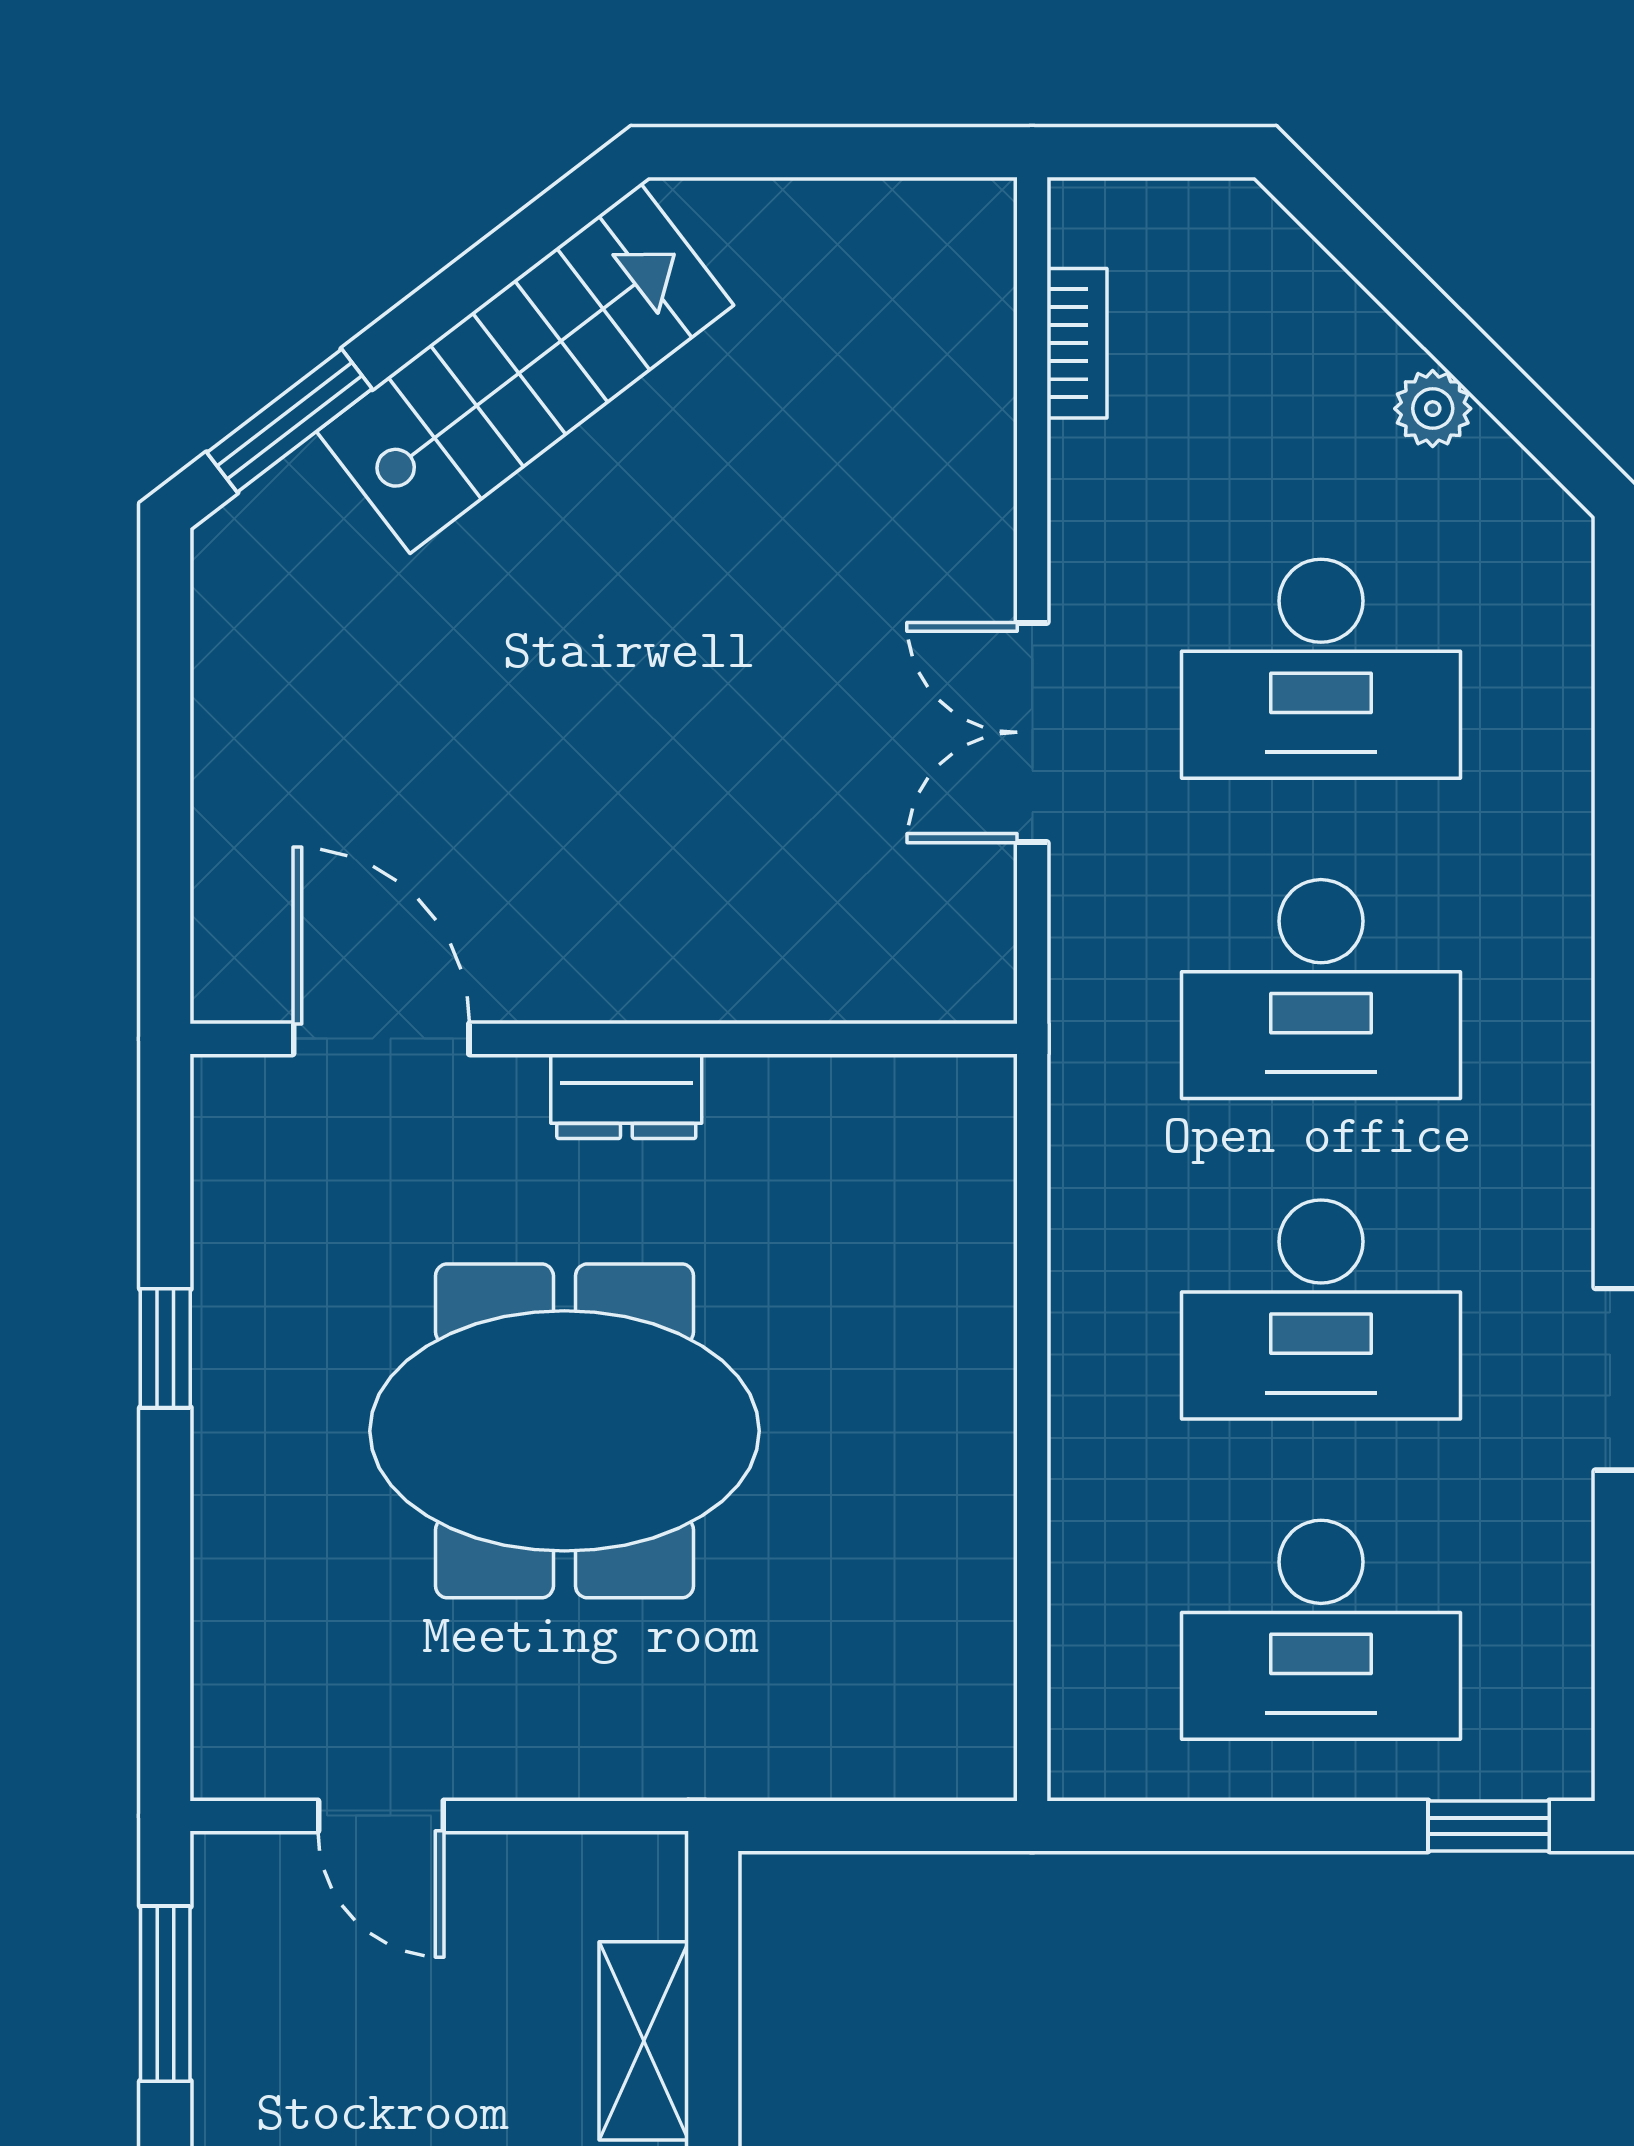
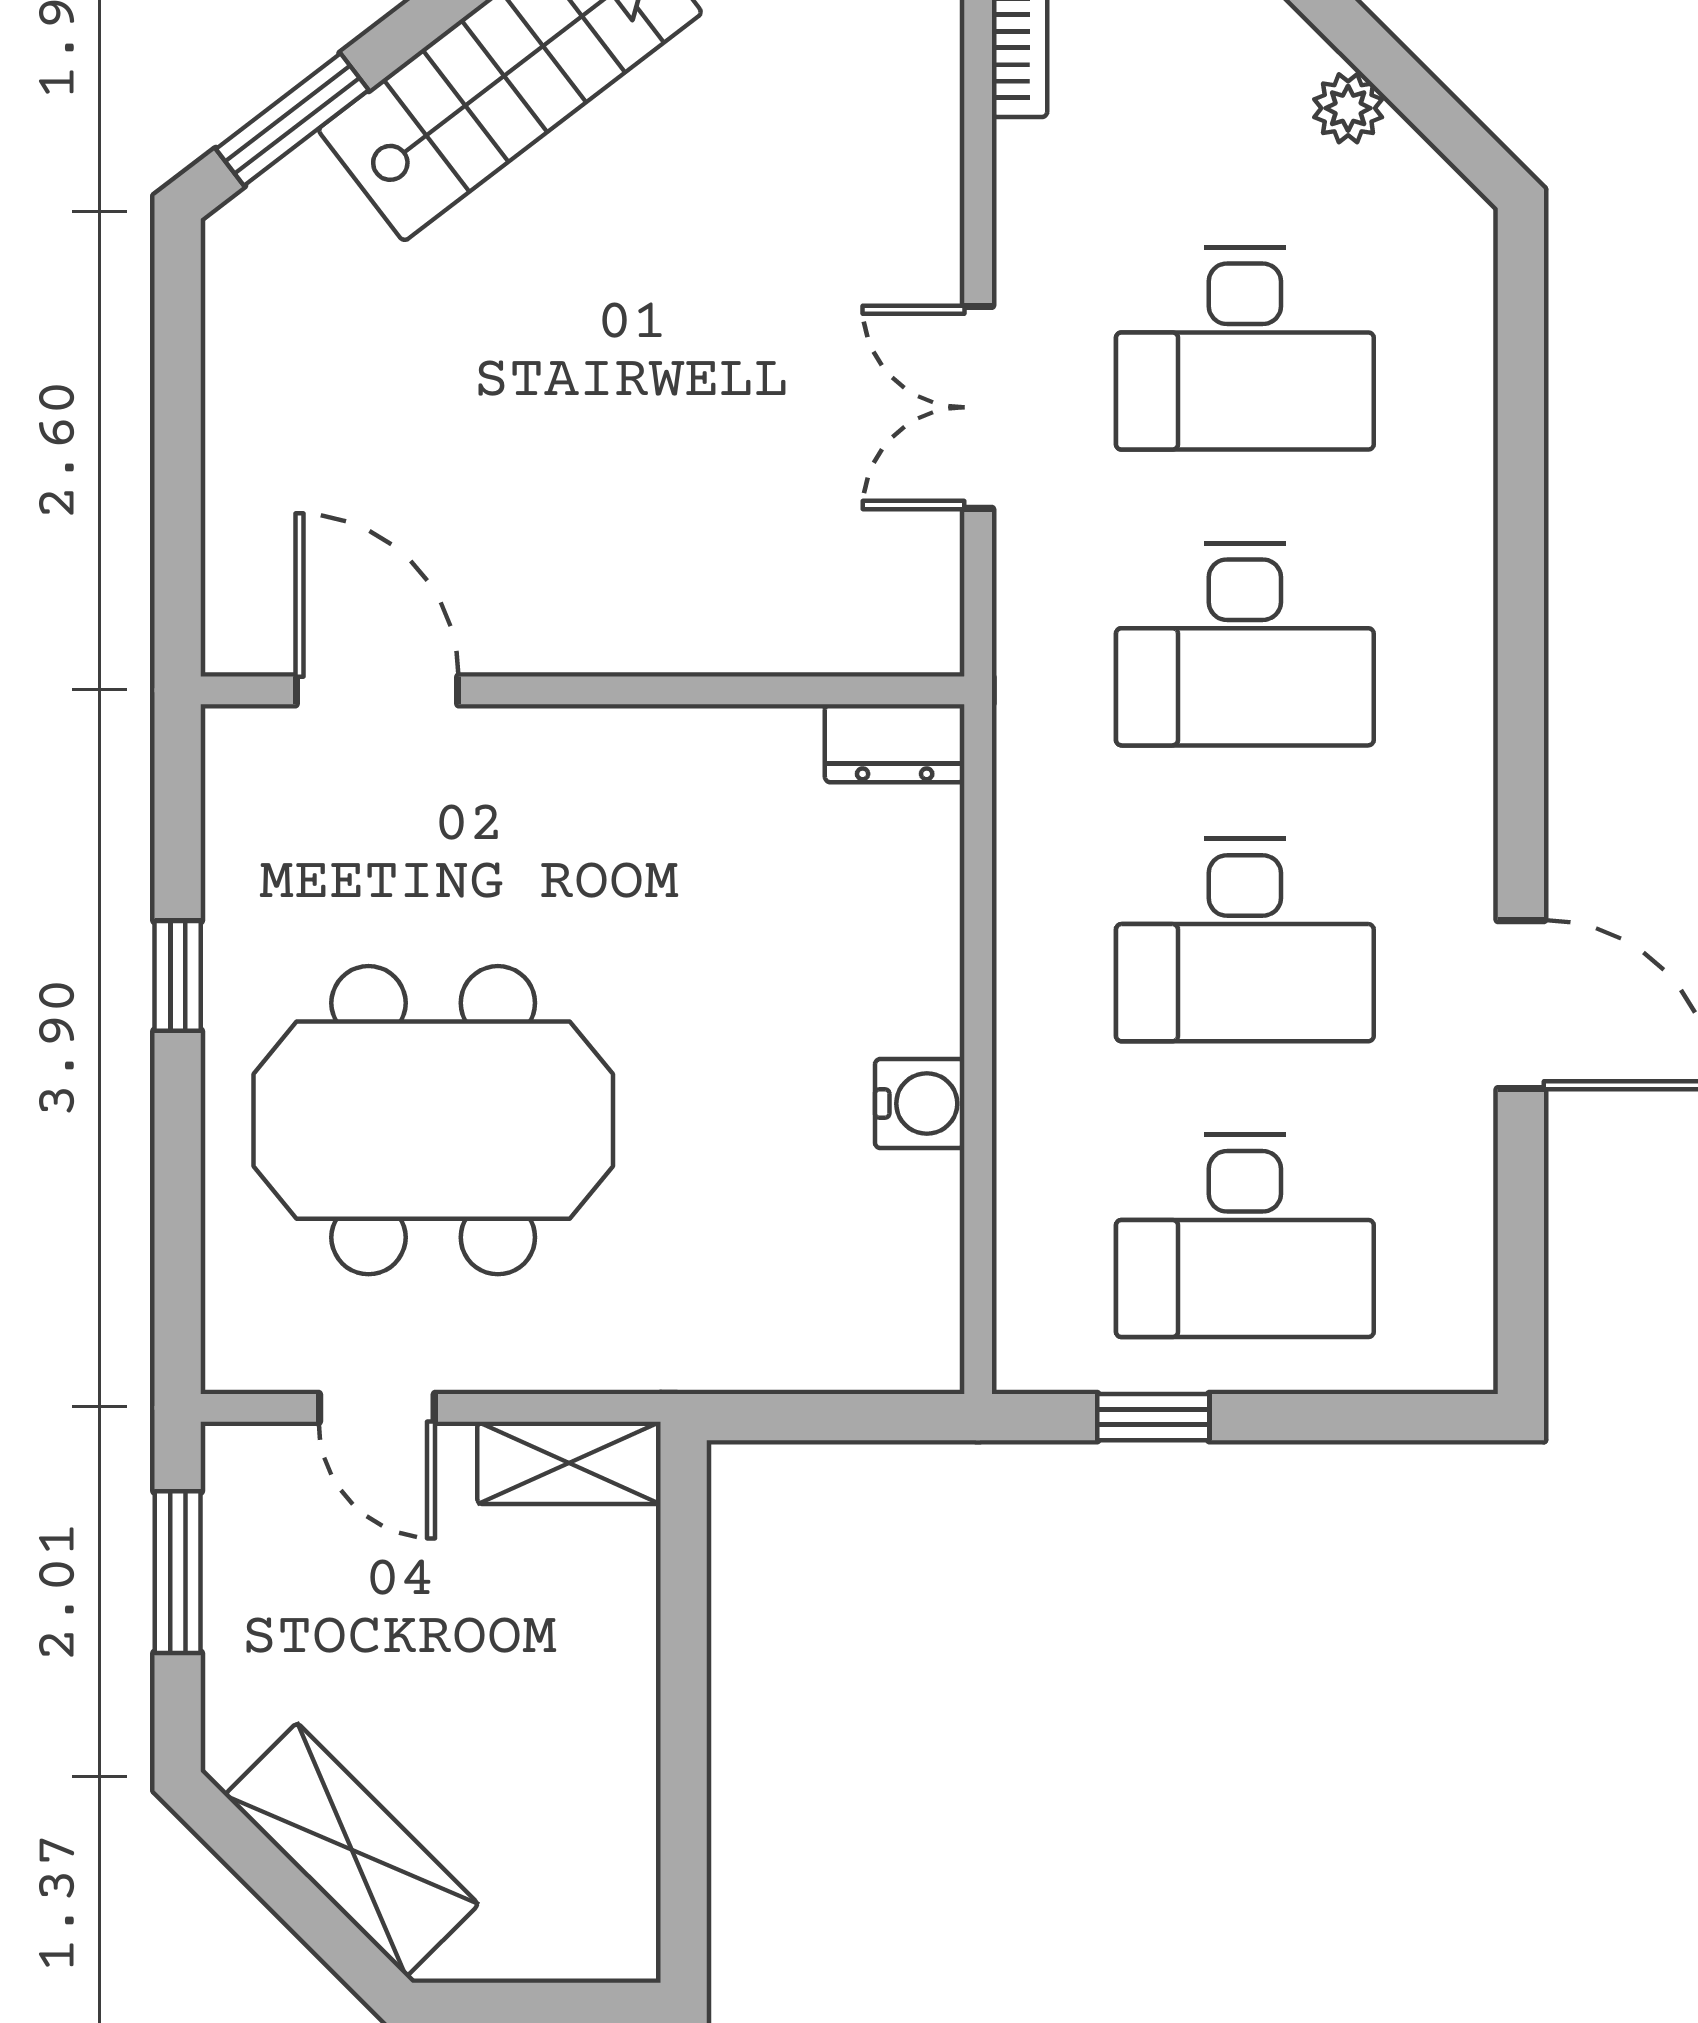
dresser: (626, 1096) -> (895, 743), moved
meeting table: (564, 1431) -> (433, 1120), moved
water cooler: (969, 1486) -> (920, 1104), added
window: (1489, 1826) -> (1153, 1417), moved
shelving: (644, 2041) -> (569, 1463), moved, turned 90

